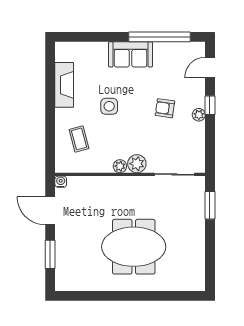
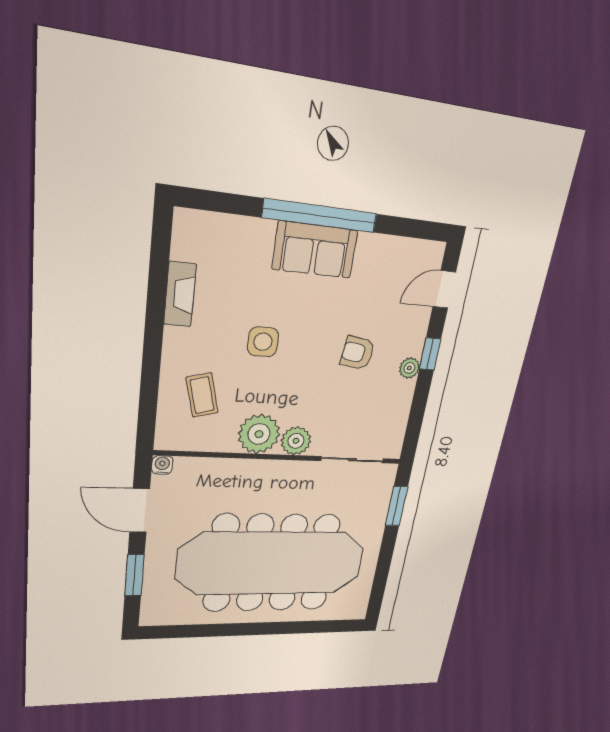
window: (159, 37) -> (320, 216), moved
fireplace: (64, 85) -> (180, 294), width x0.73, depth x0.76
plant: (120, 166) -> (259, 434), width x1.87, depth x1.87
meeting table: (134, 247) -> (272, 563), width x1.86, depth x1.27

